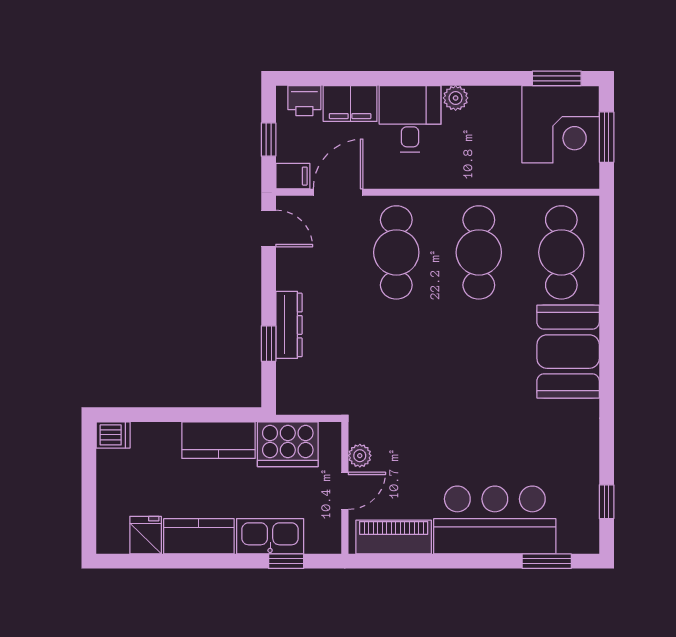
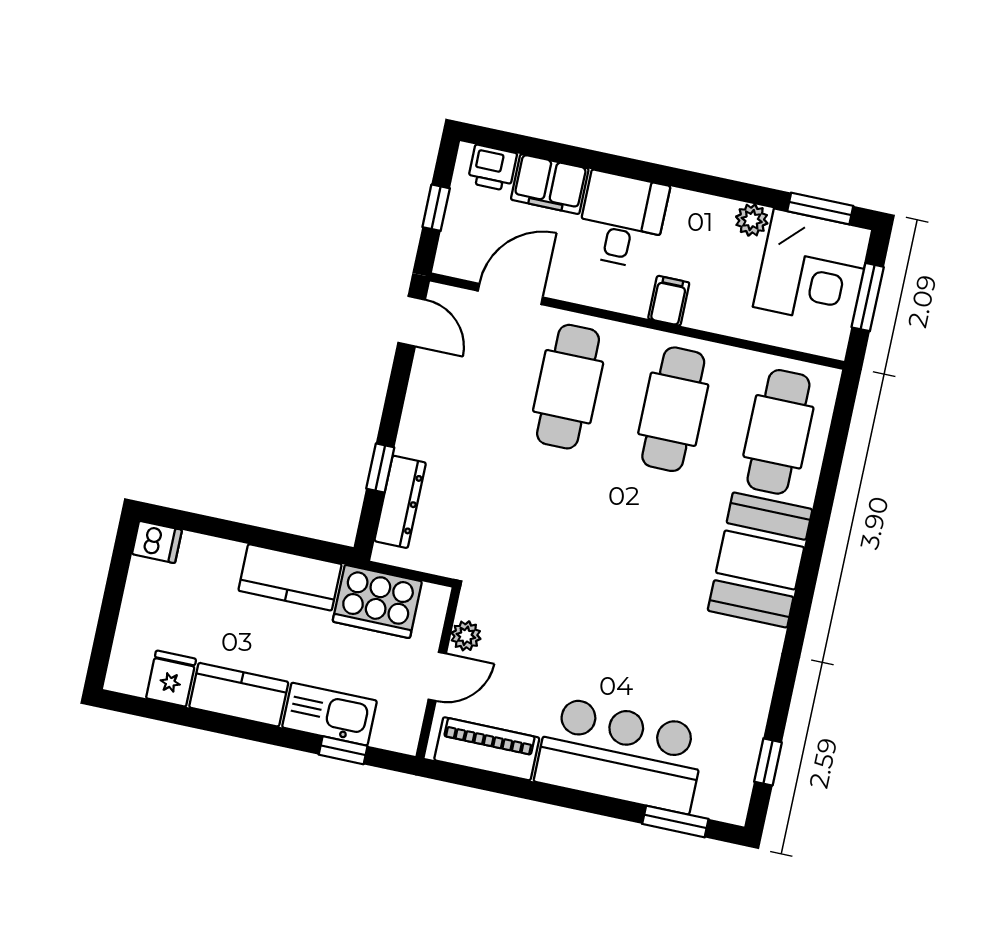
plant: (456, 98) -> (752, 220), moved
filing cabinet: (293, 176) -> (669, 301), moved, turned -90
dresser: (289, 325) -> (400, 502), moved

